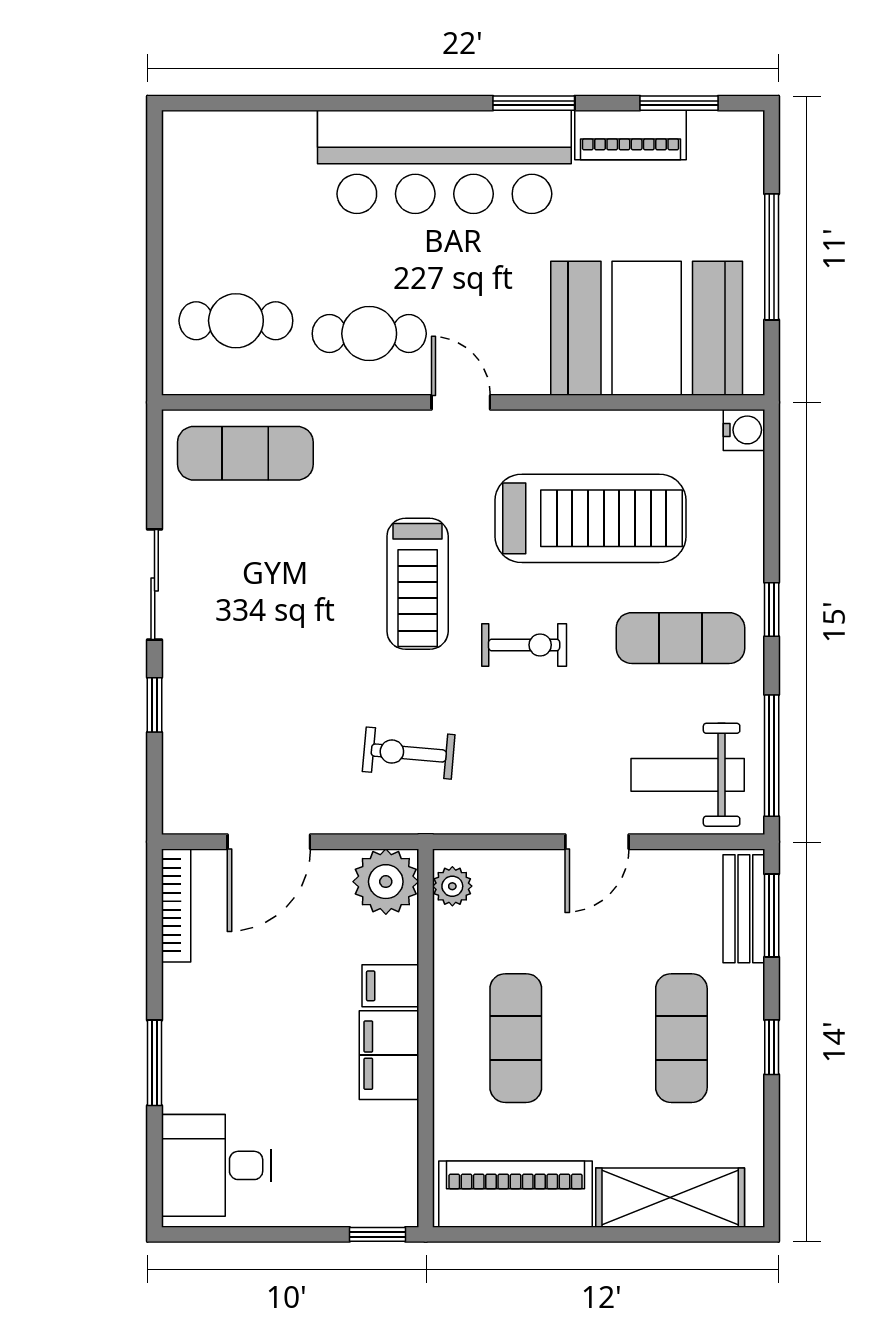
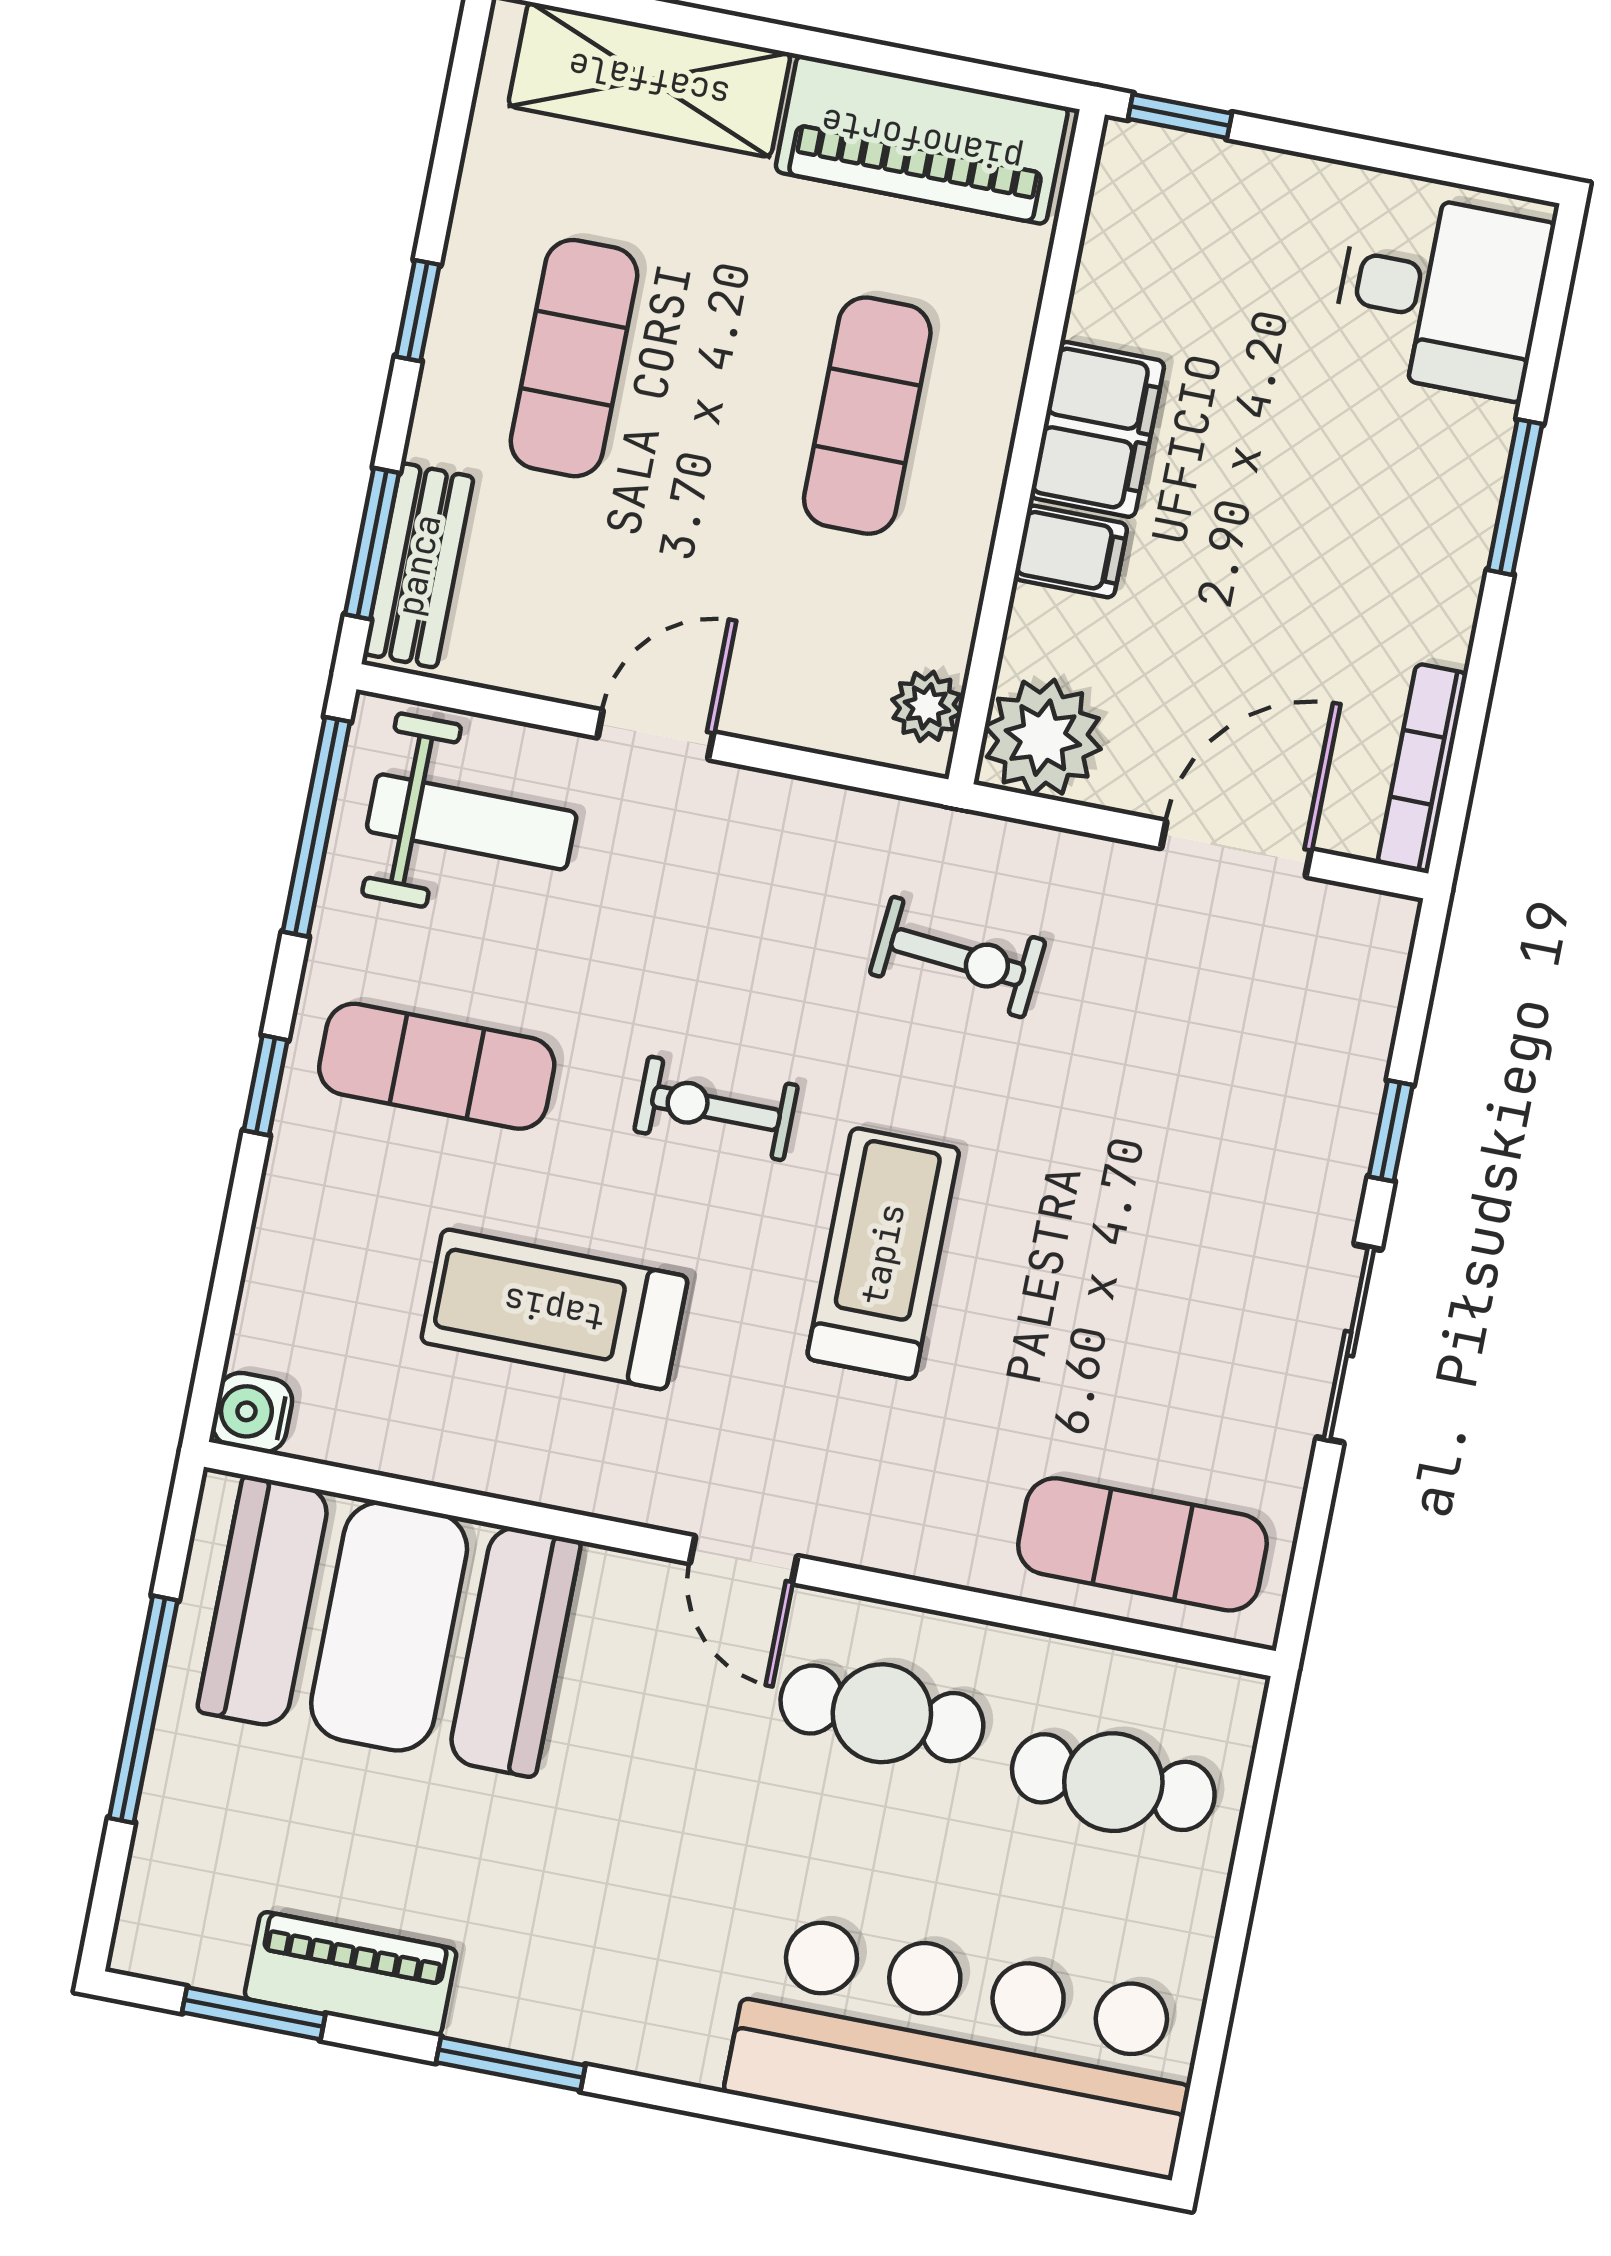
bar counter: (444, 162) -> (965, 2045), moved
treadmill: (591, 518) -> (554, 1309), width x0.73, depth x0.73

